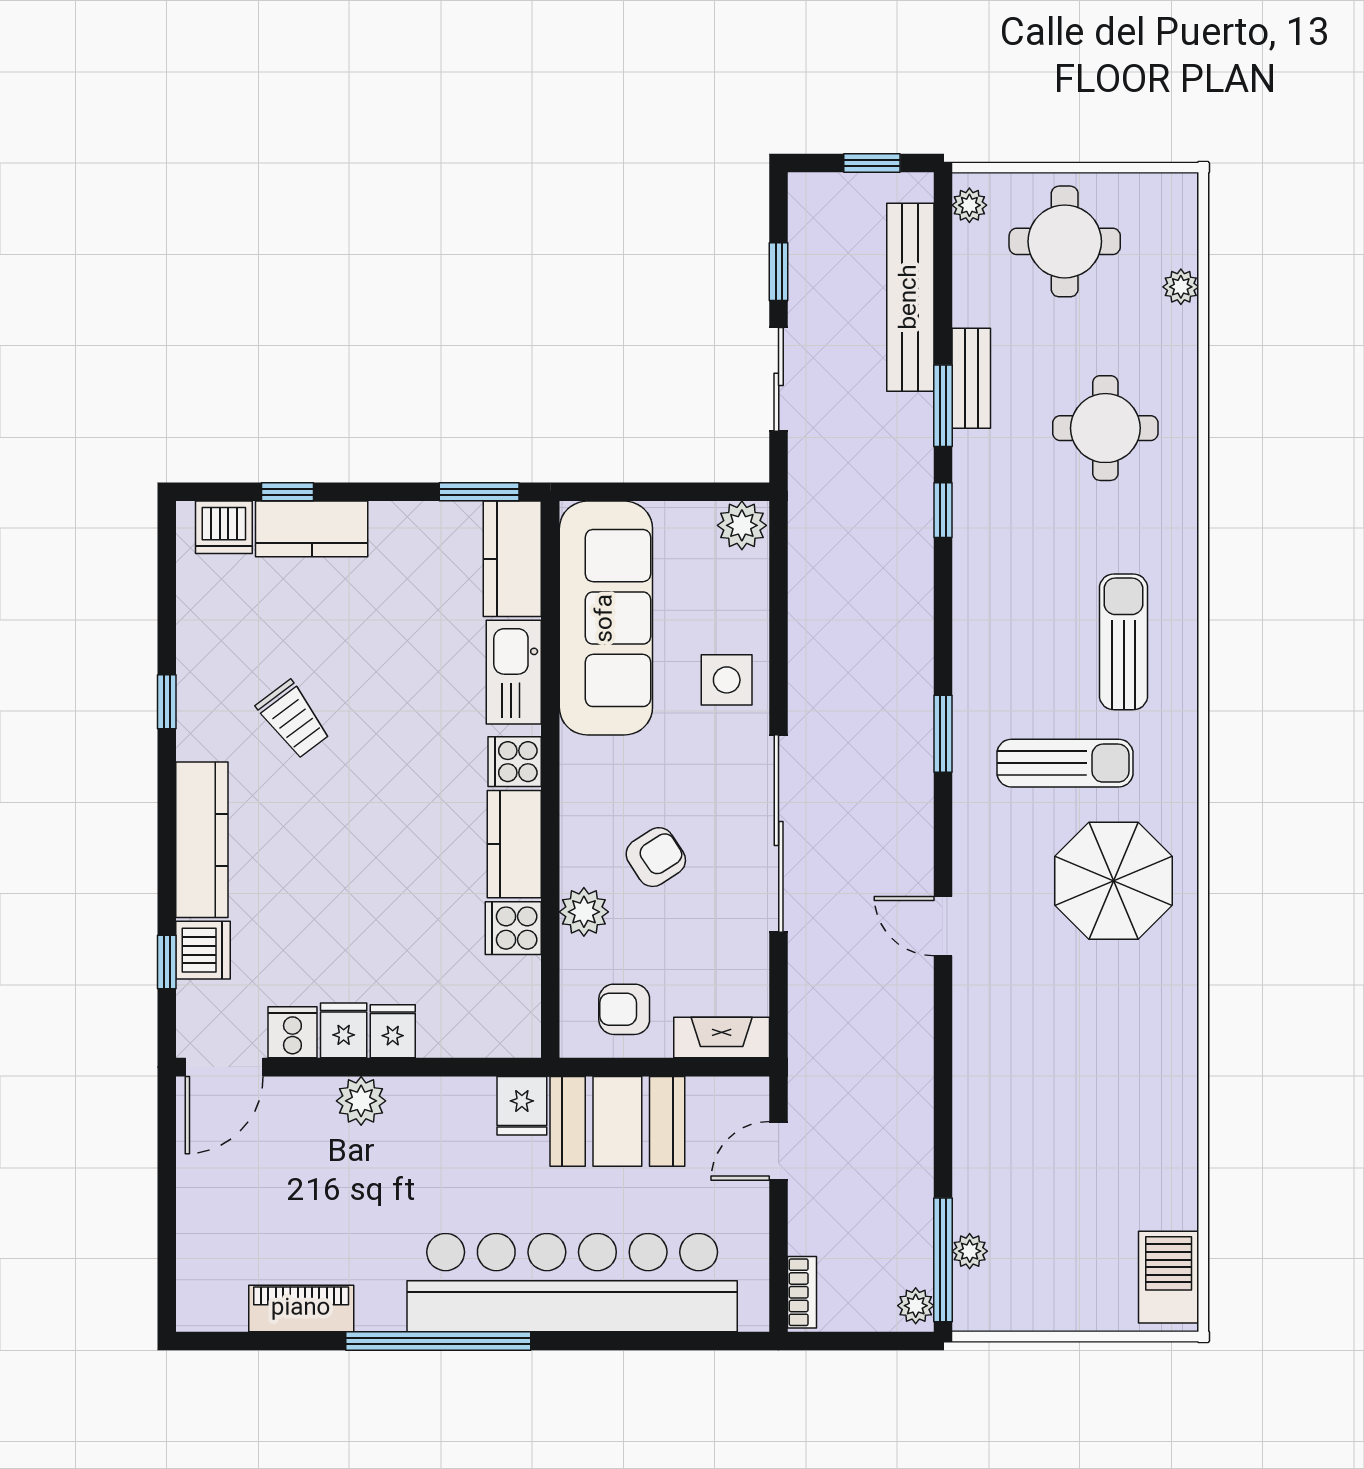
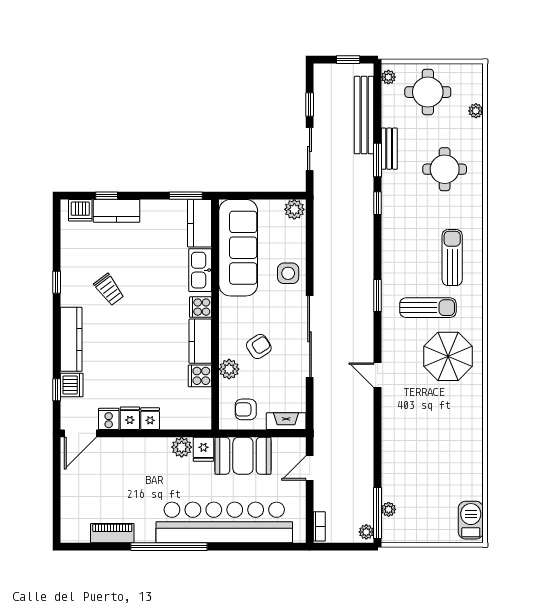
plant: (361, 1101) -> (182, 447), moved

